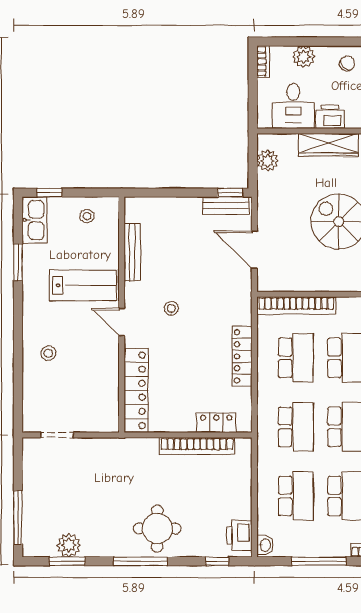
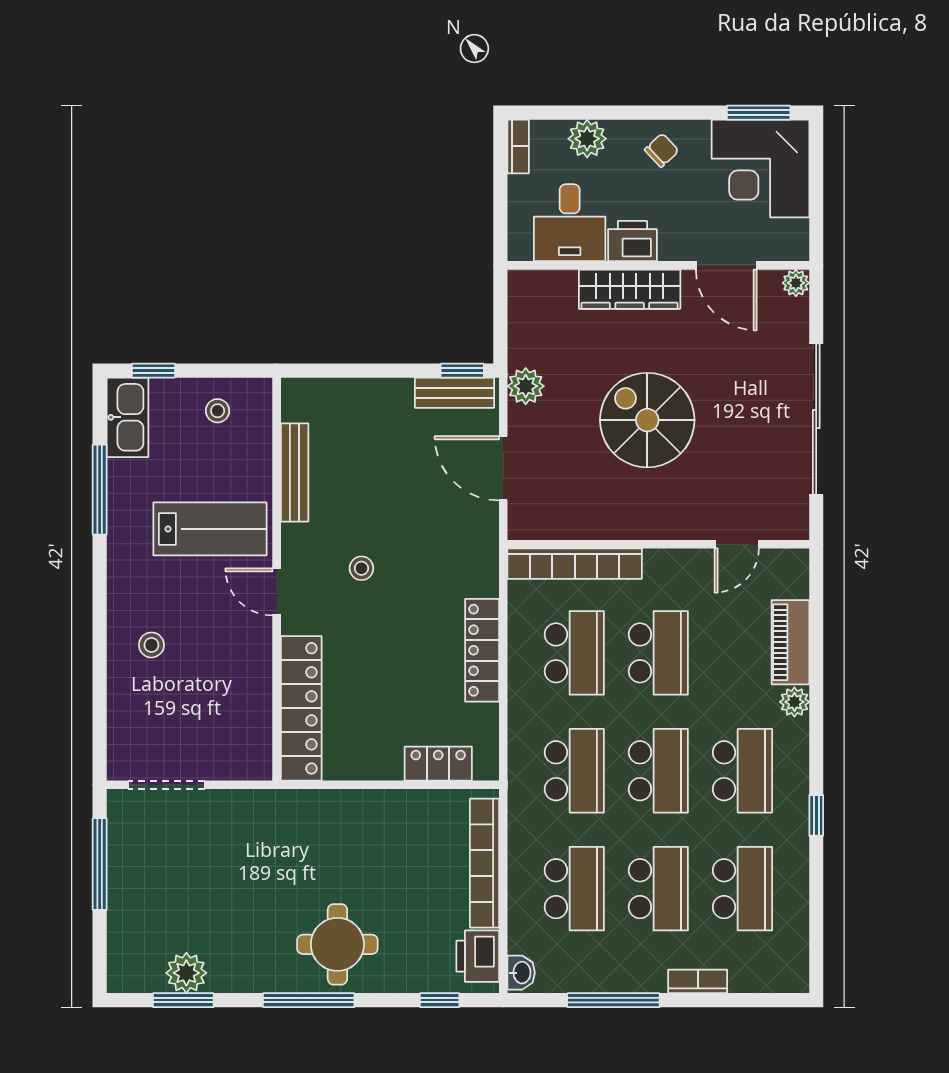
plant: (268, 161) -> (526, 386), moved
window: (18, 262) -> (100, 490), width x1.44
doorway: (57, 435) -> (166, 785), width x1.38
bookcase: (197, 446) -> (484, 863), moved, turned 90
window: (18, 517) -> (100, 864), moved

